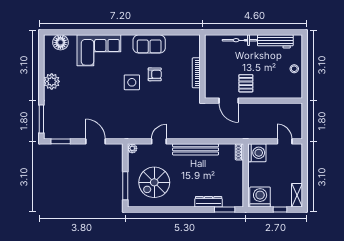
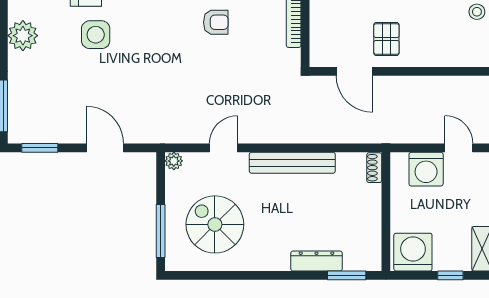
side table: (132, 82) -> (96, 35), moved
washing machine: (257, 153) -> (426, 169), moved, turned 90
spiral stairs: (154, 182) -> (215, 224), turned 90

